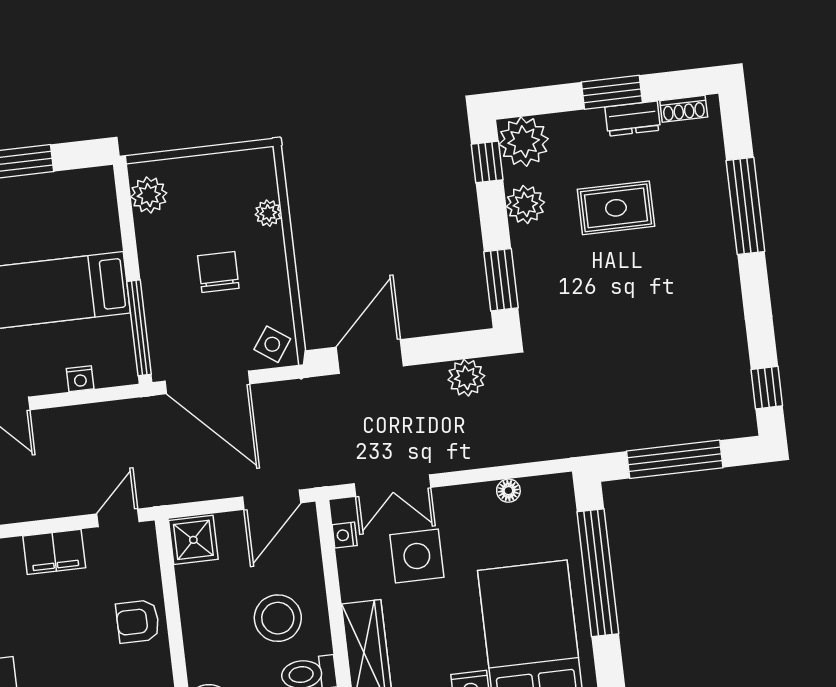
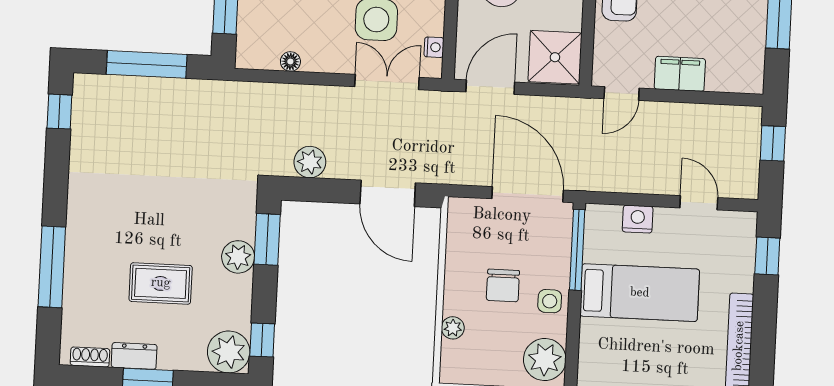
plant: (149, 195) -> (545, 360), width x1.36, depth x1.36
plant: (525, 204) -> (238, 257), moved
side table: (272, 344) -> (550, 301), moved, turned -35
door: (370, 356) -> (388, 193), hinge flipped
nightstand: (80, 379) -> (638, 219), width x1.39, depth x1.35
shower: (193, 540) -> (555, 57), width x1.36, depth x1.36

